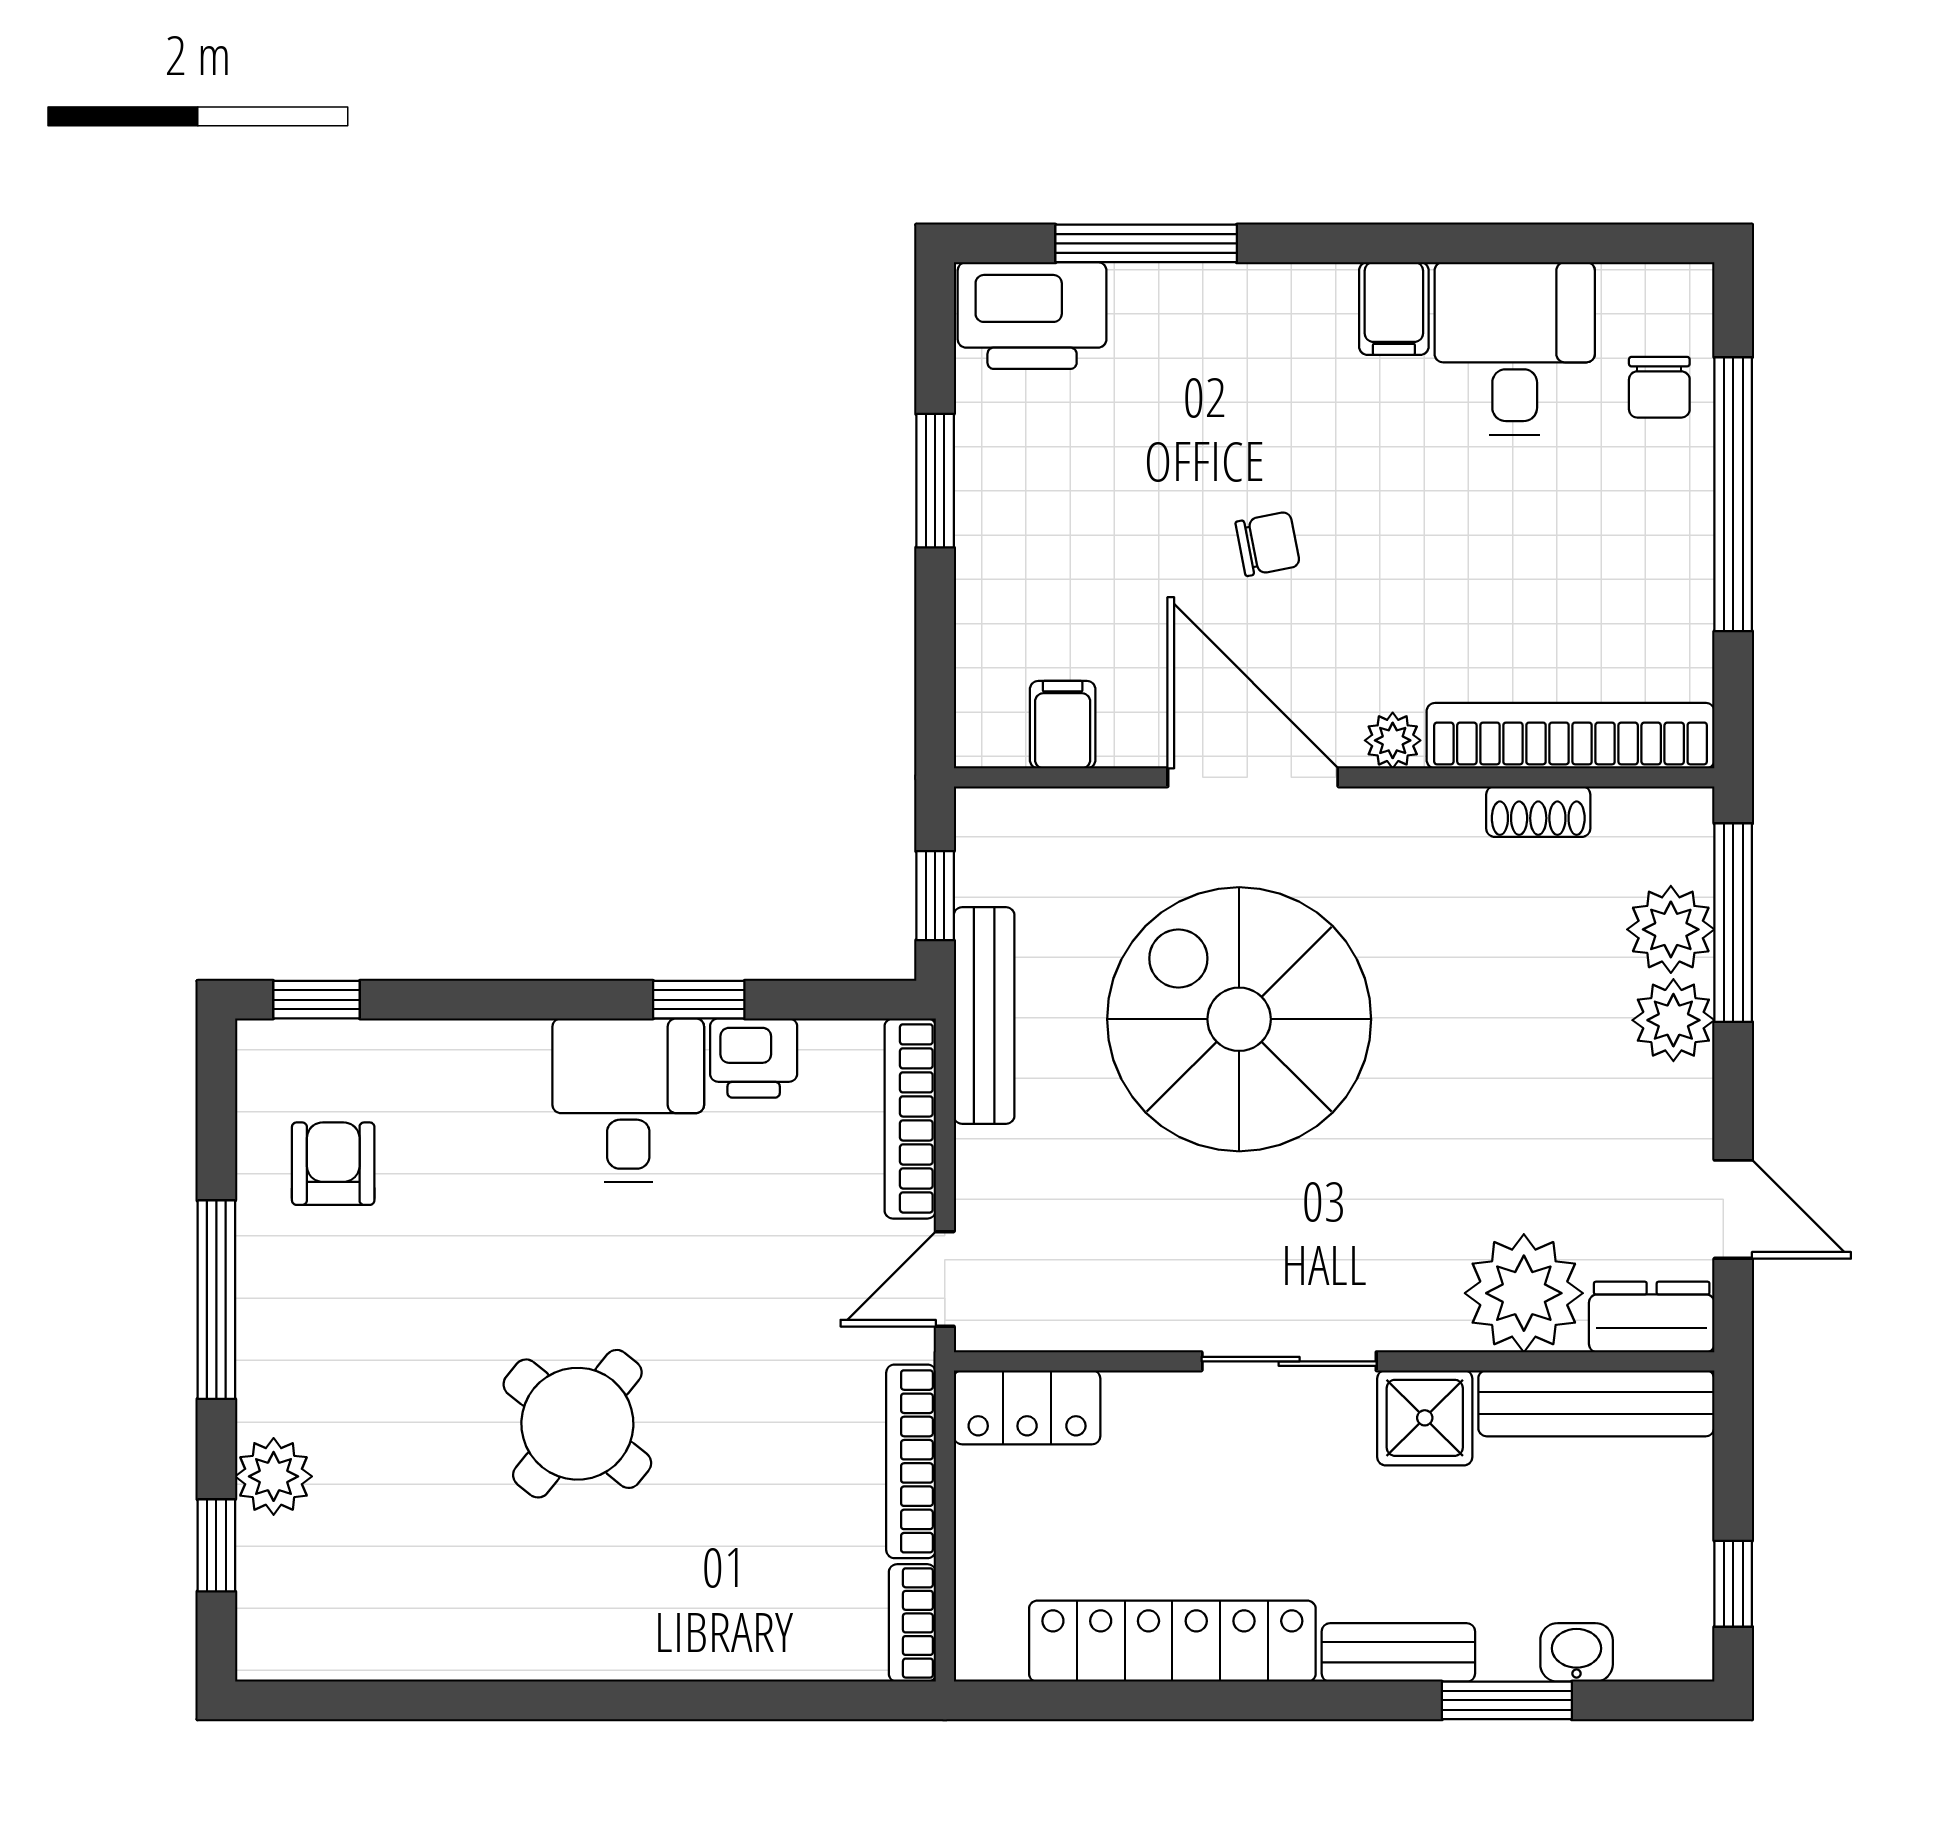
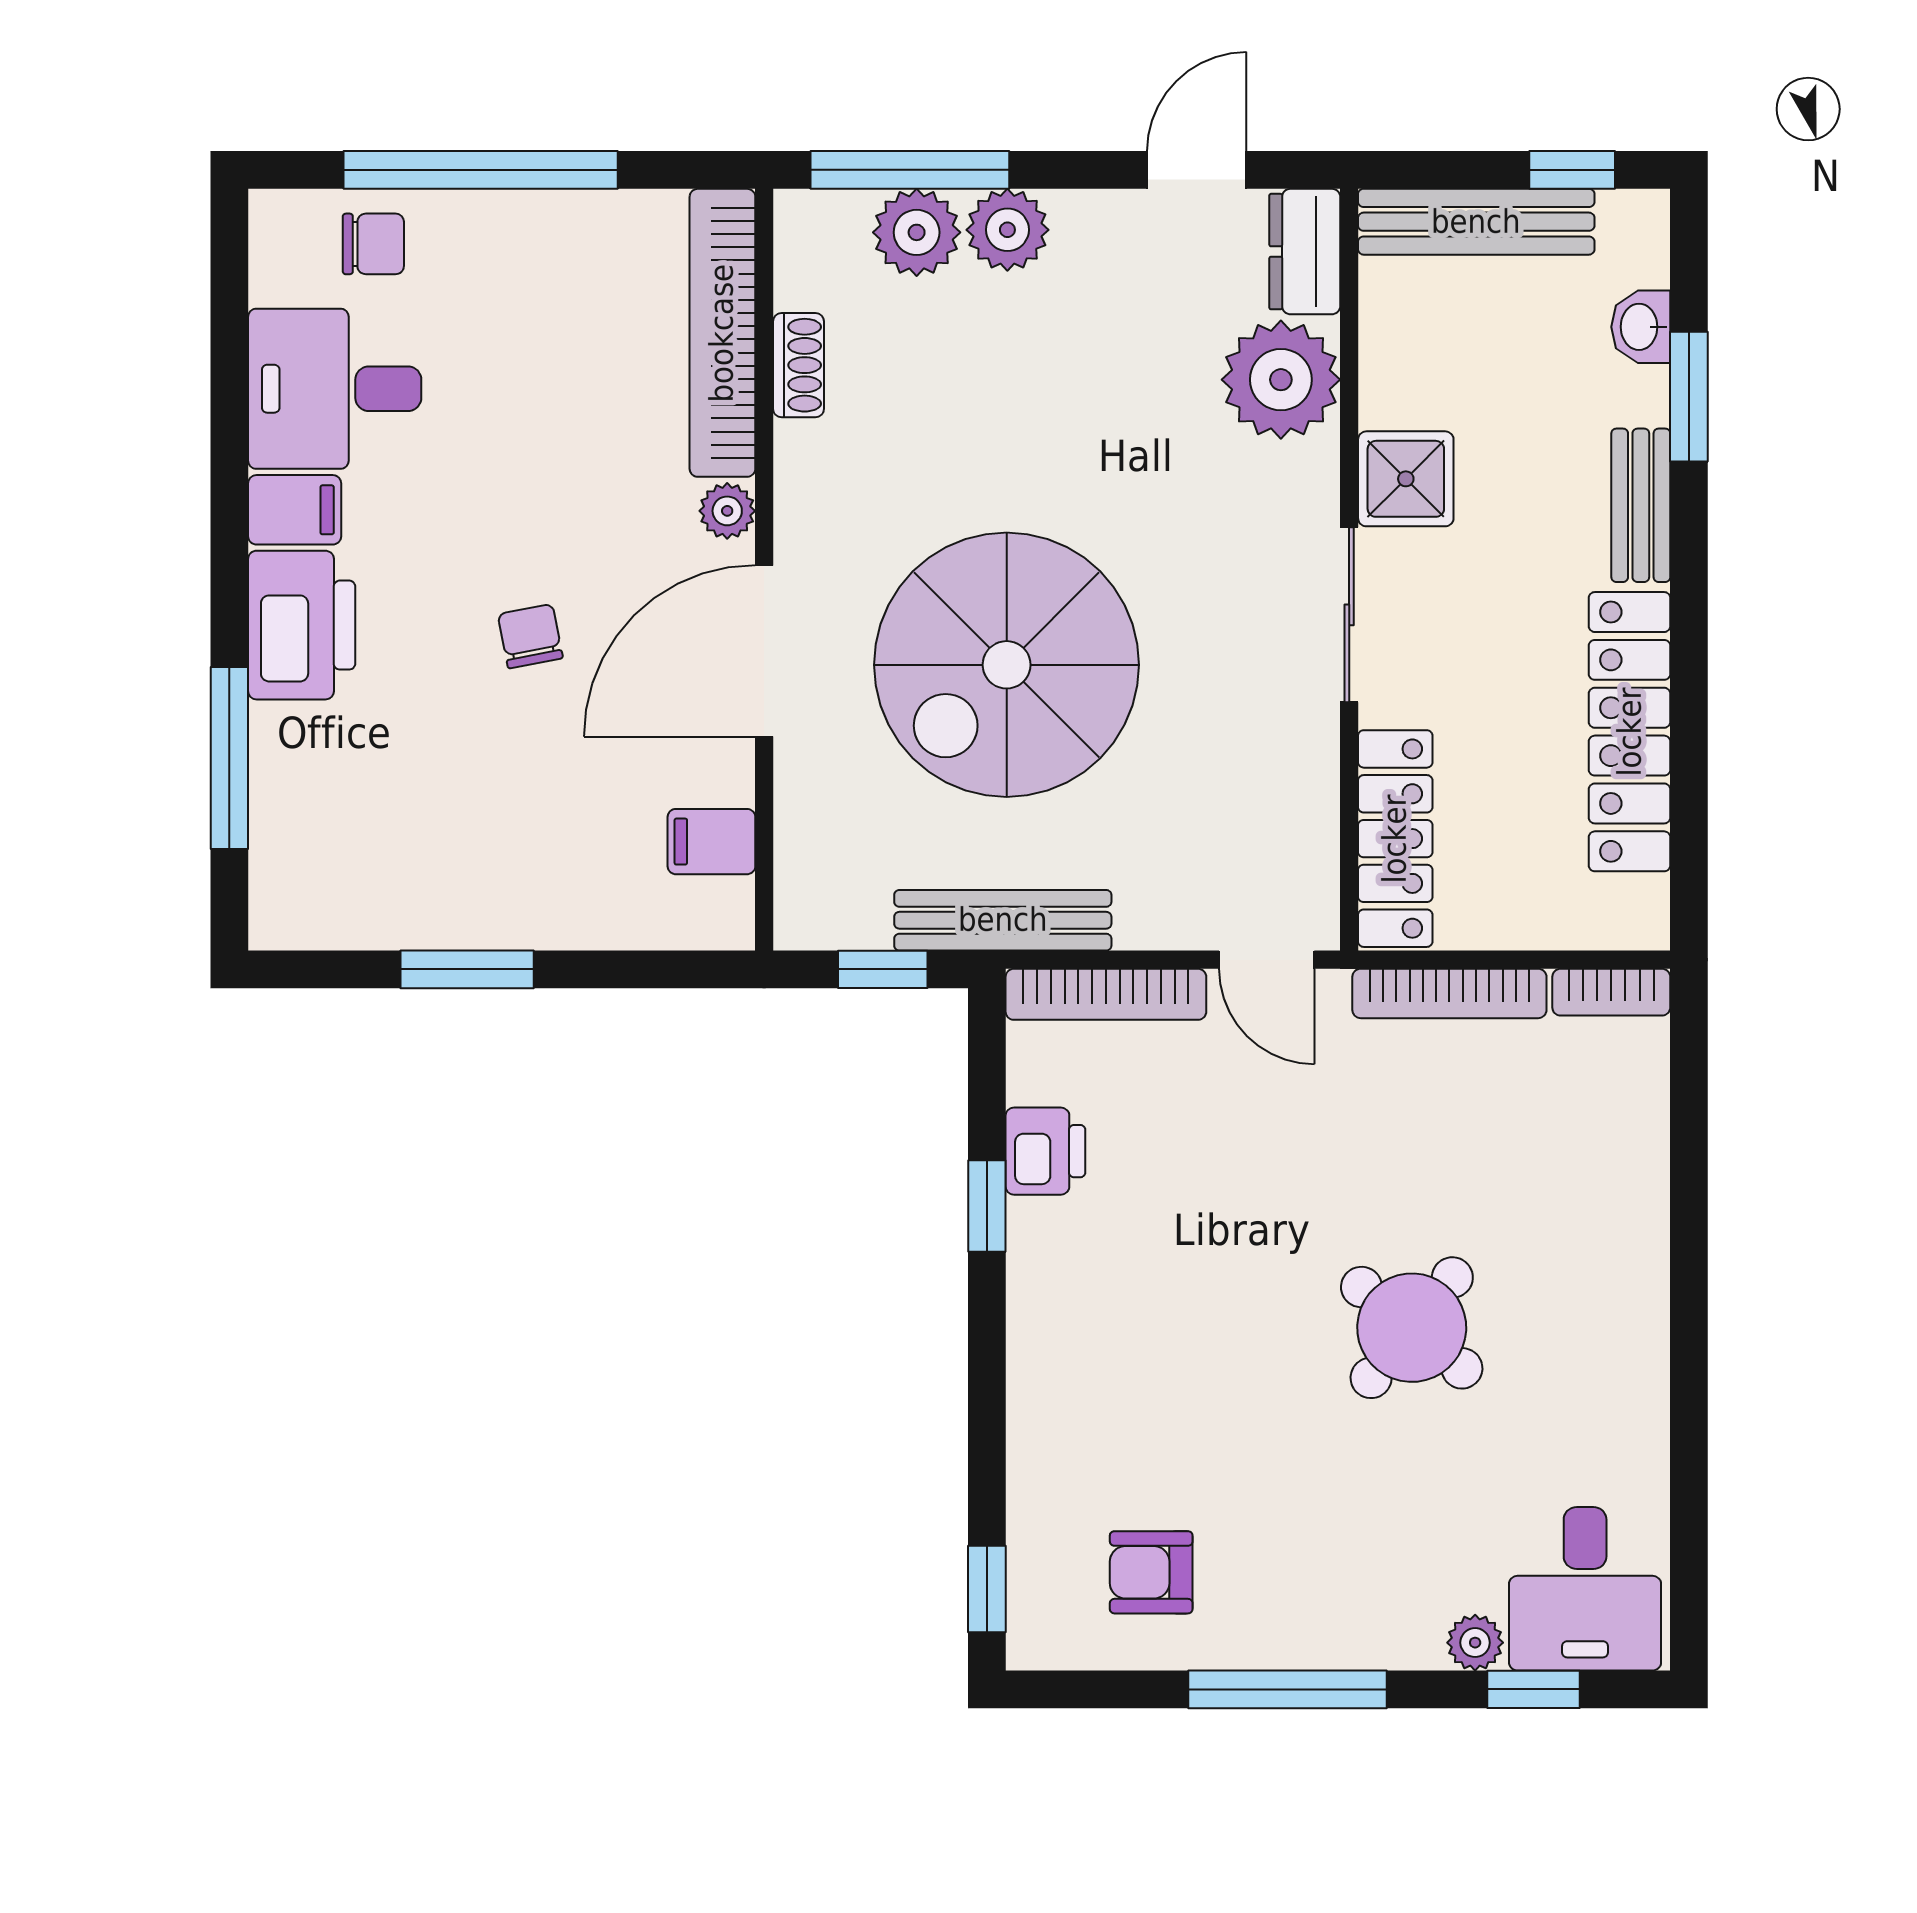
printer: (1032, 316) -> (302, 625), moved
desk: (628, 1100) -> (1585, 1589), moved, turned -90
bench: (1596, 1403) -> (1476, 222), moved, turned 90
locker: (1027, 1407) -> (1395, 839), width x1.53
plant: (274, 1476) -> (1475, 1643), width x0.73, depth x0.73

